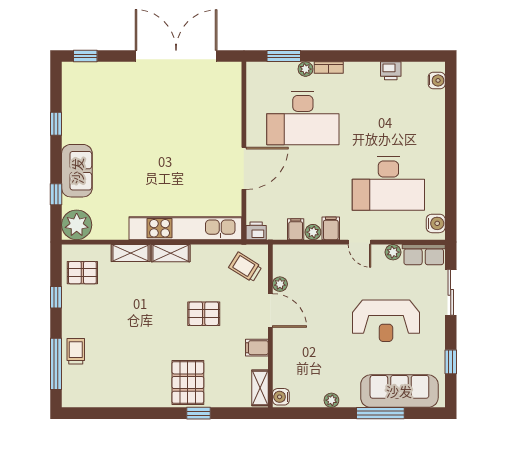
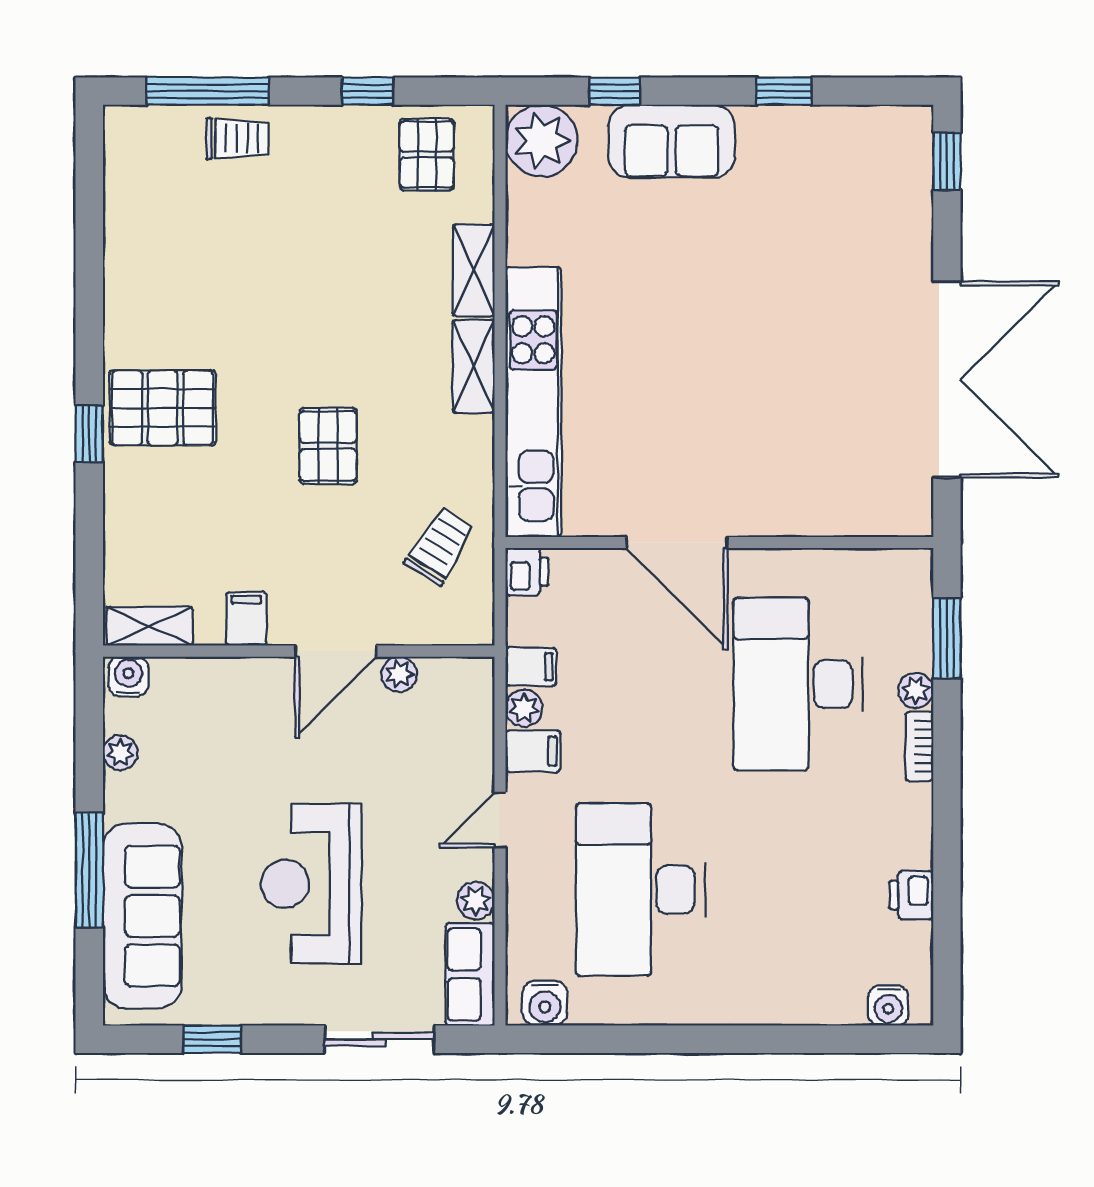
plant: (280, 284) -> (399, 674), moved
door: (270, 310) -> (336, 651), moved
wall: (270, 326) -> (299, 651), moved
filing cabinet: (257, 348) -> (246, 619), moved
shelving: (260, 388) -> (150, 626), moved
water cooler: (281, 397) -> (128, 677), moved

